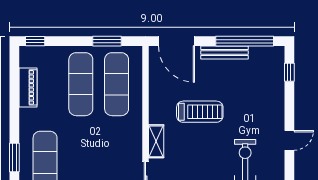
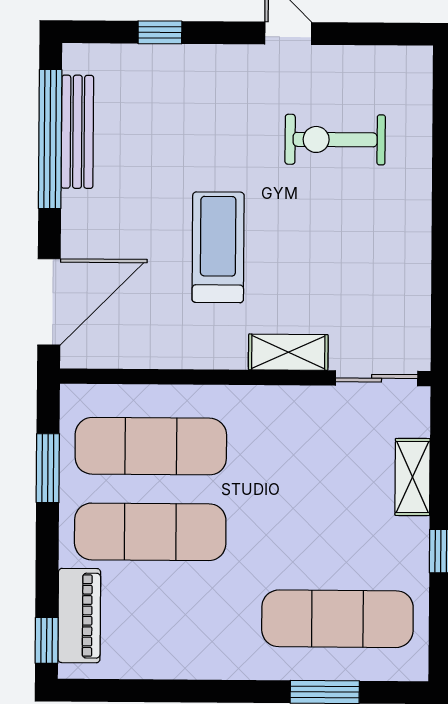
bench: (225, 53) -> (77, 132), moved
window: (289, 72) -> (160, 32), moved
piano: (28, 87) -> (79, 616), moved, turned 90

